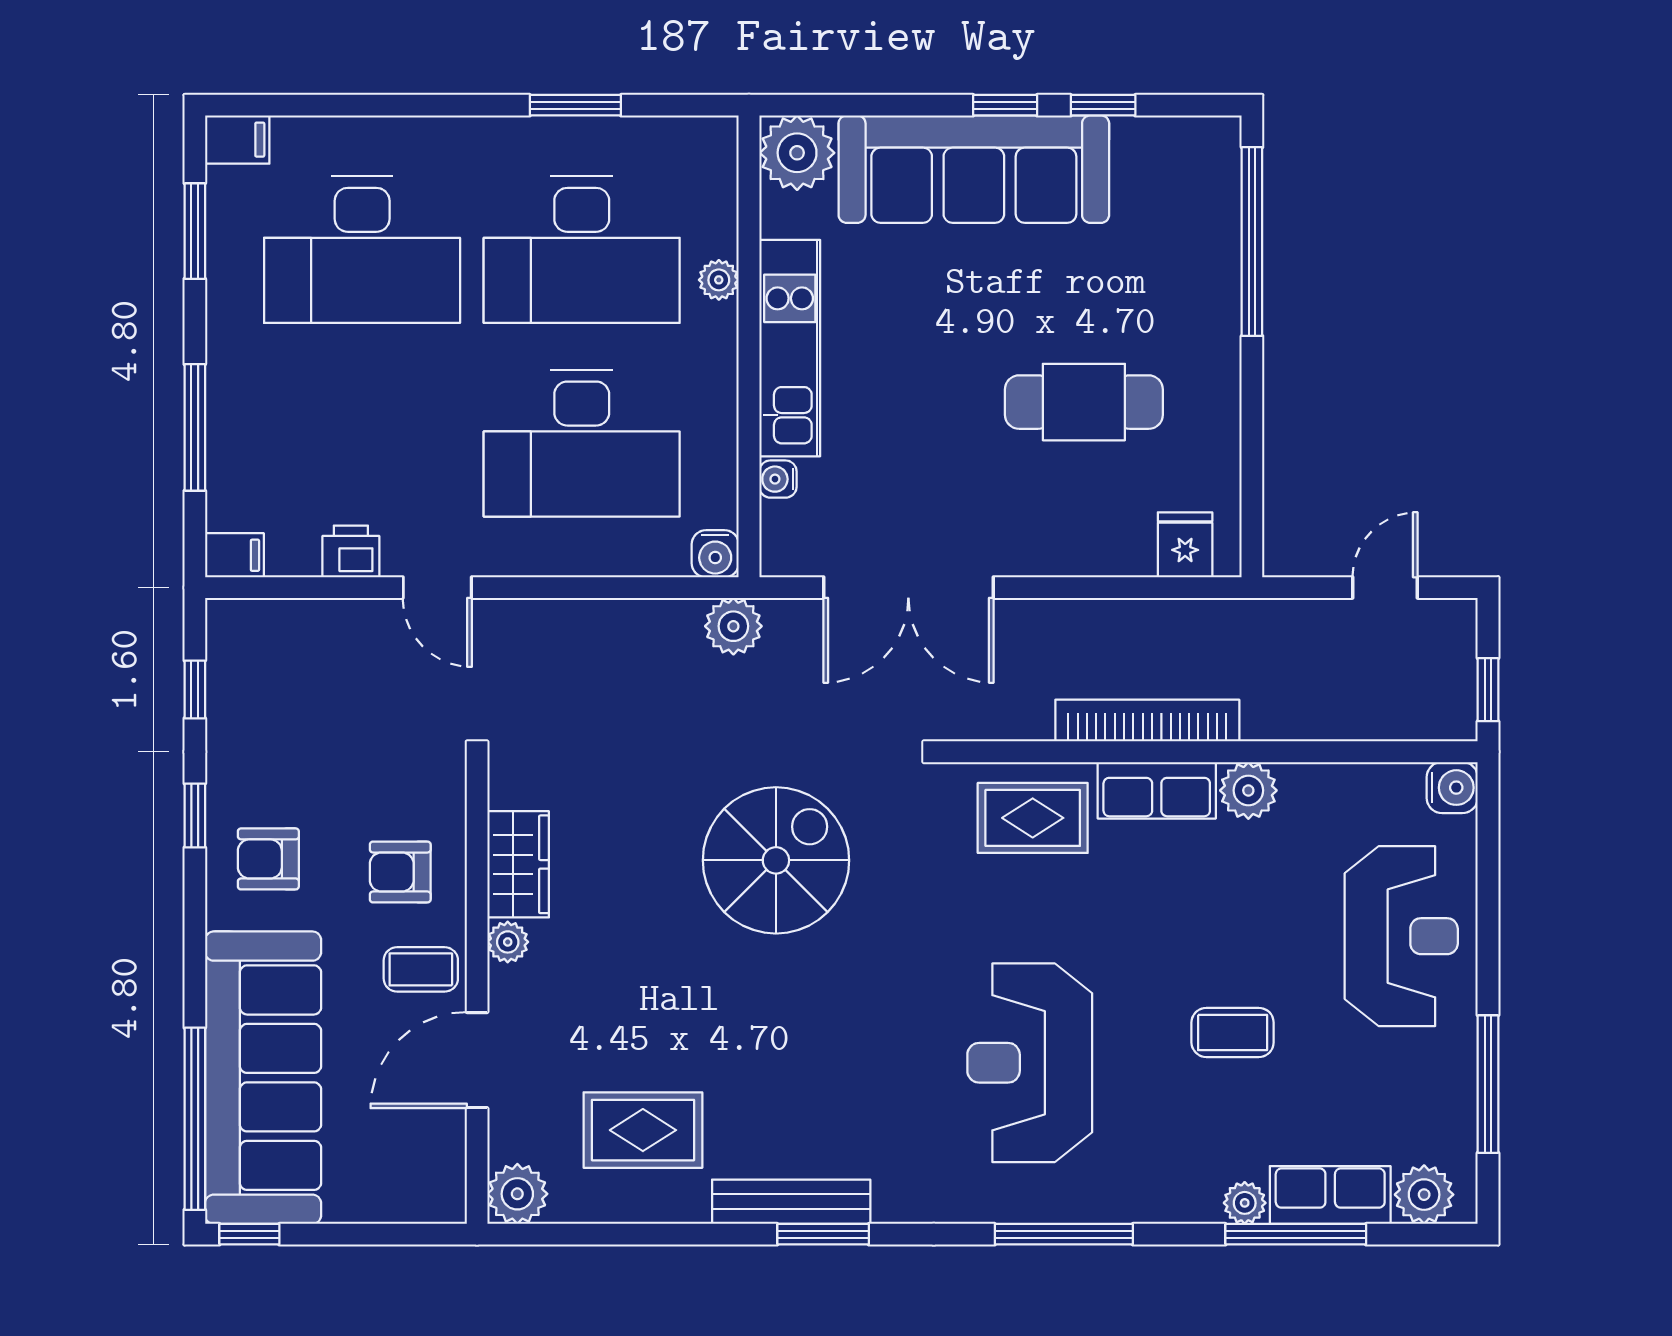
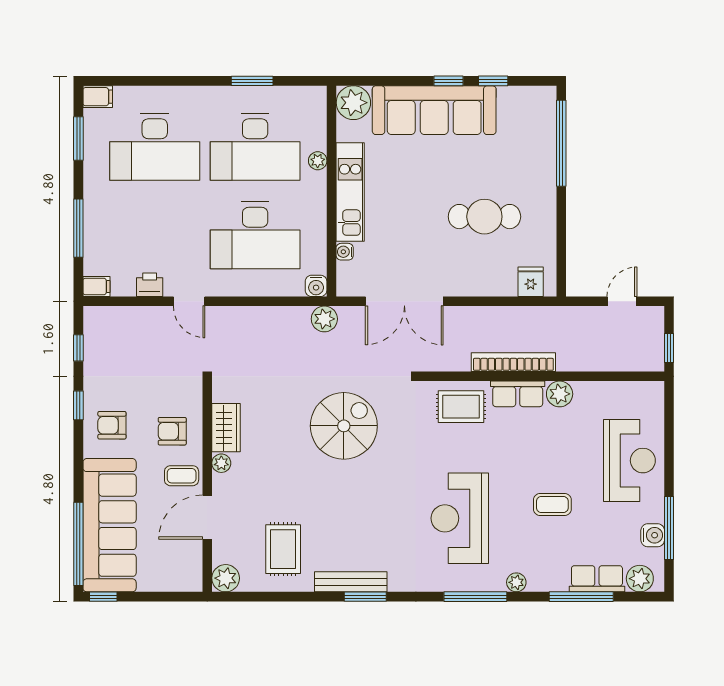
water cooler: (1452, 788) -> (653, 535), moved
rug: (643, 1130) -> (283, 549), turned 90
plant: (1245, 1203) -> (516, 582), moved

